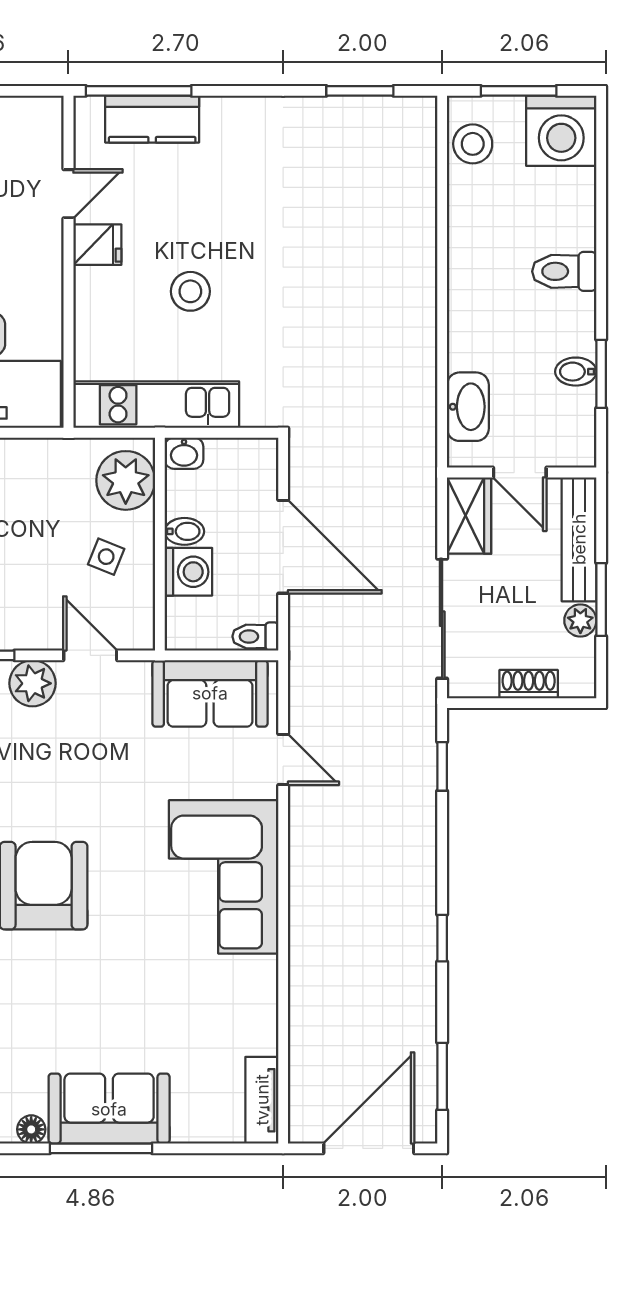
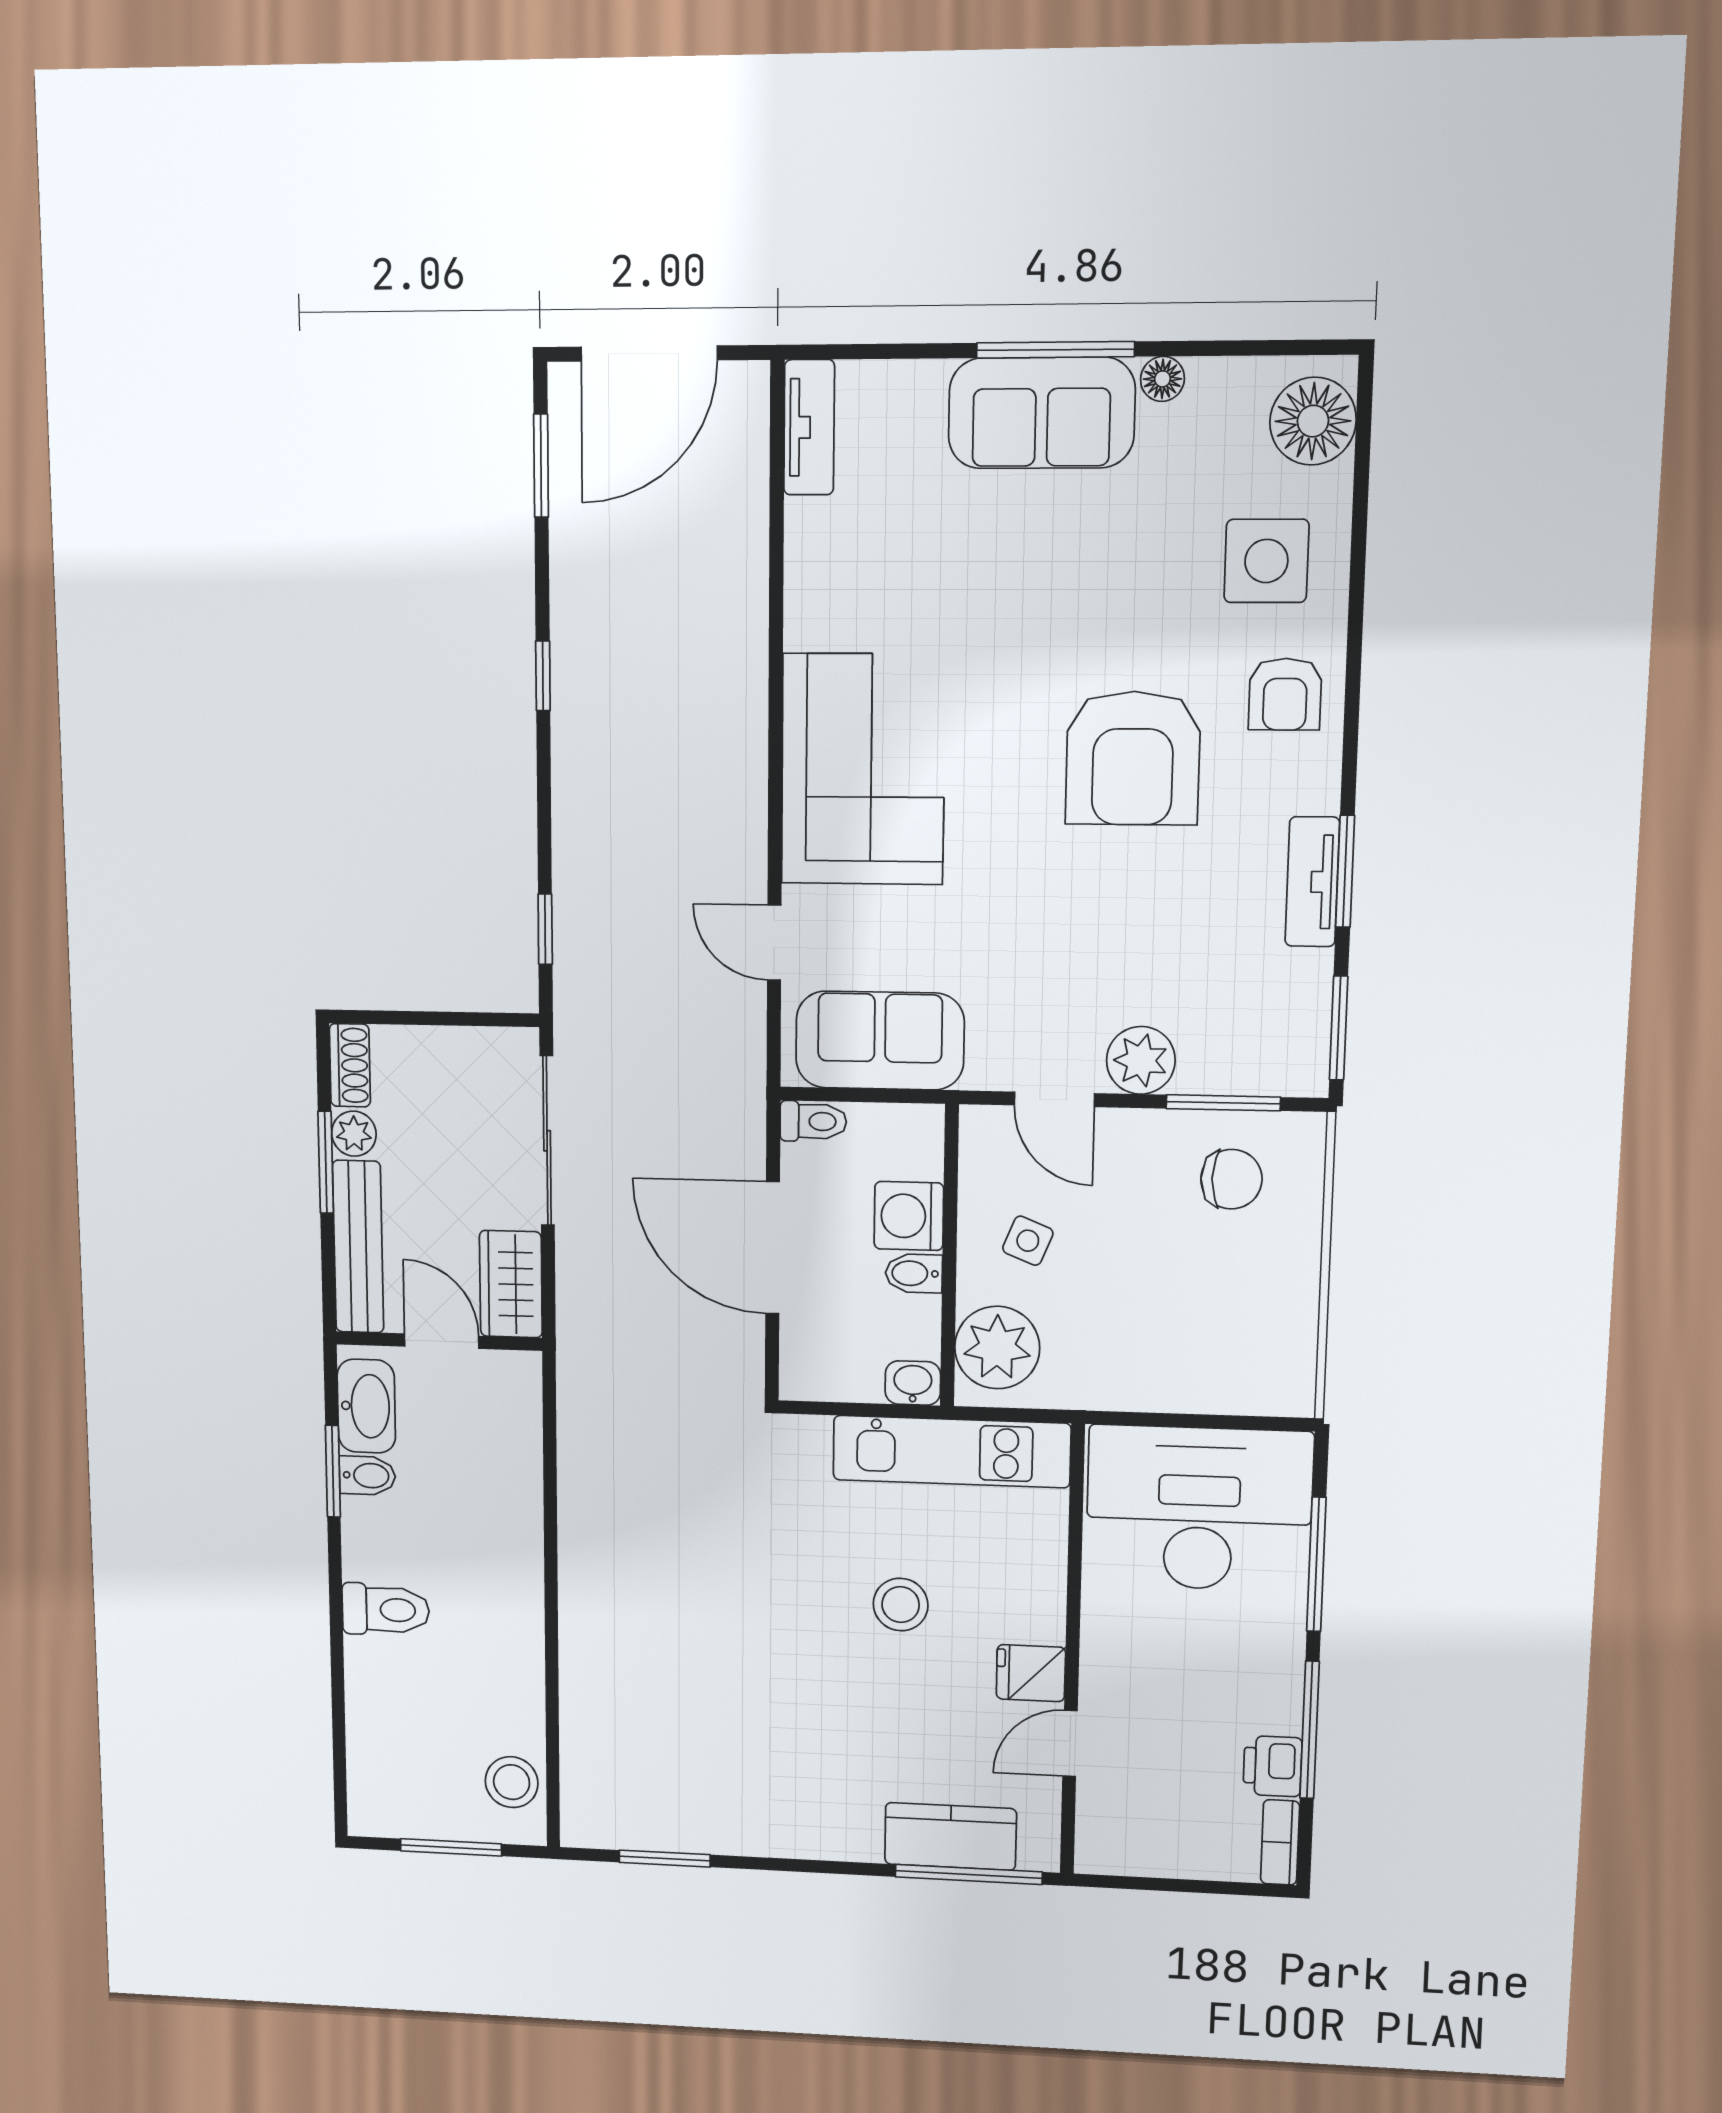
washing machine: (561, 131) -> (393, 1793), removed
washbasin: (468, 407) -> (366, 1406), moved, turned 180
shoe rack: (529, 684) -> (350, 1065), moved, turned -90

